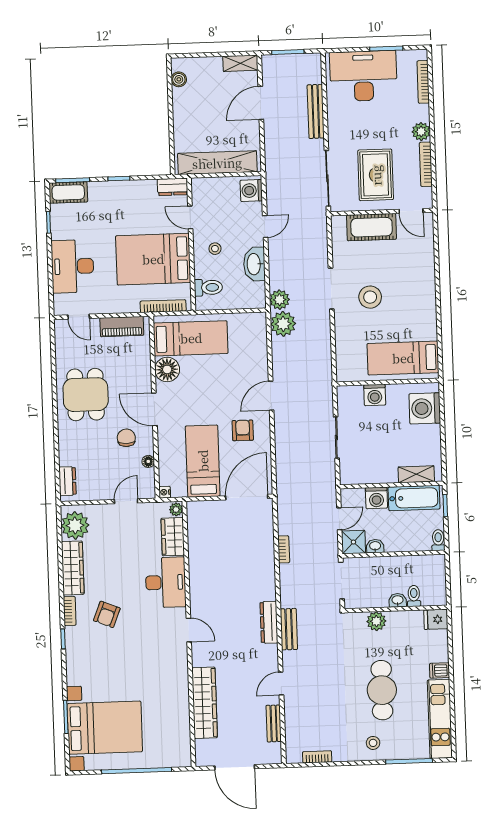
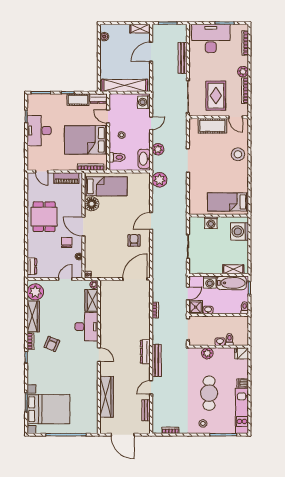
cot: (68, 192) -> (78, 100), moved
washbasin: (254, 264) -> (144, 159), moved
desk: (73, 266) -> (39, 131), moved
stool: (370, 297) -> (238, 154), moved
plant: (280, 300) -> (158, 149), moved
bed: (203, 461) -> (110, 257), removed
bench: (289, 629) -> (157, 360), width x1.36

